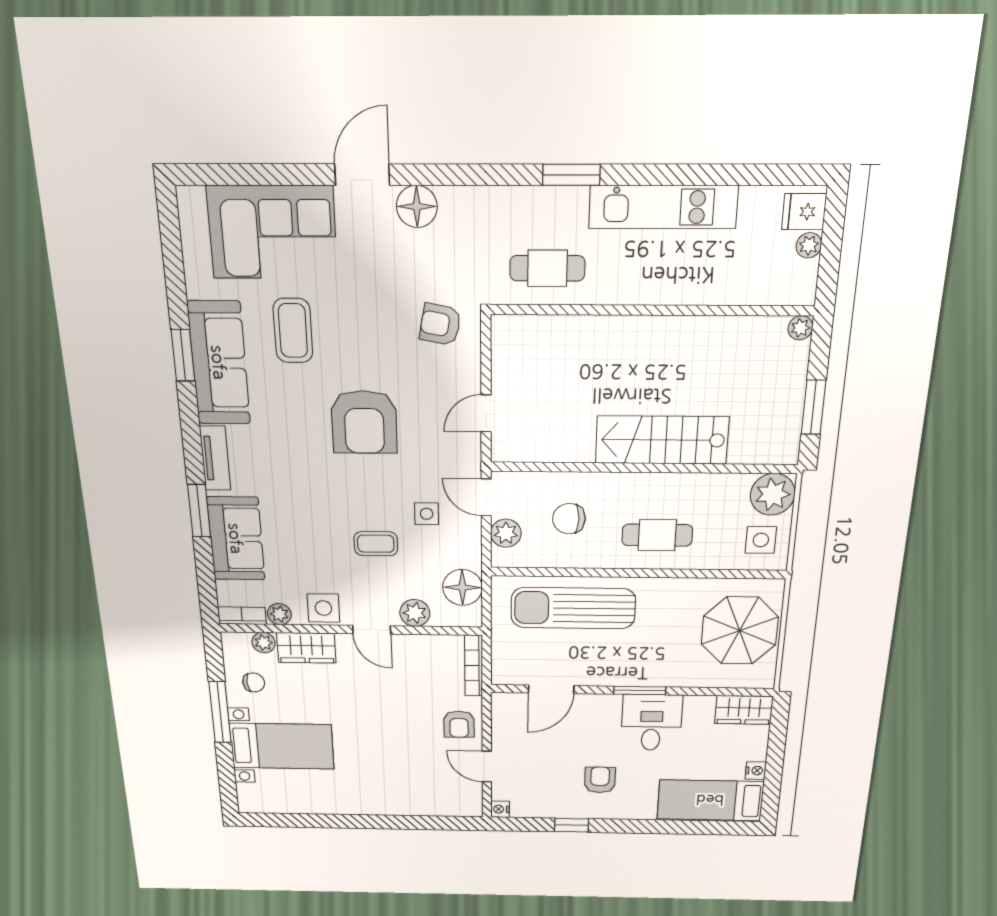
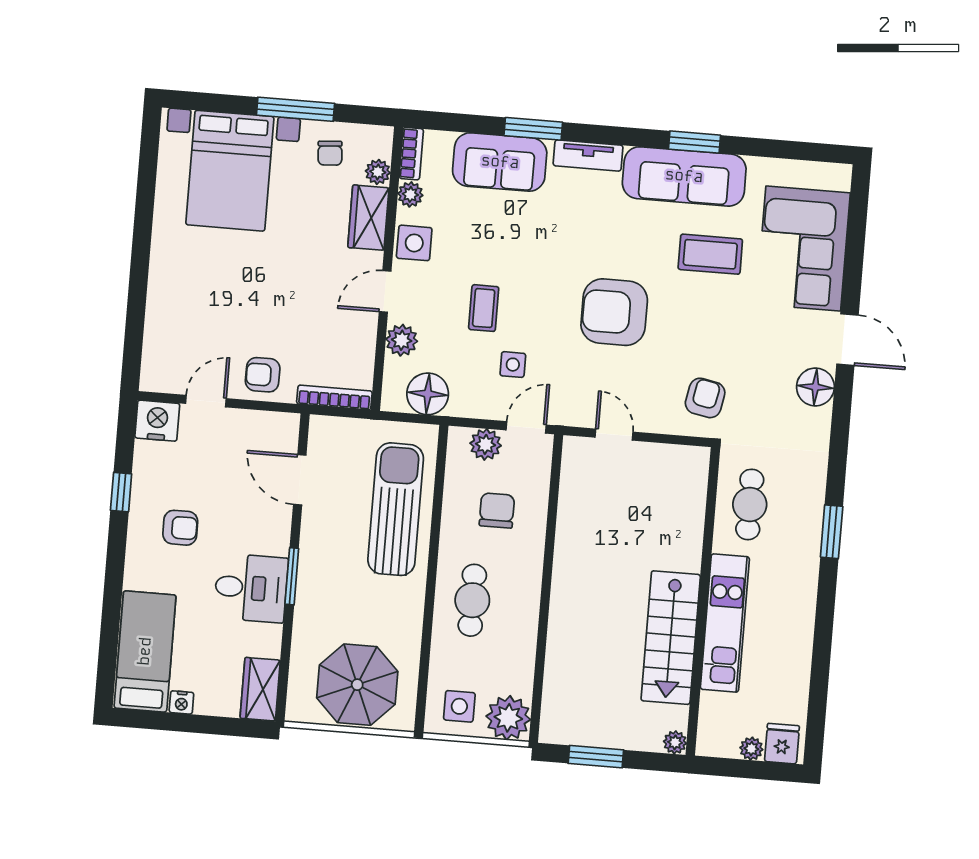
kitchen unit: (663, 207) -> (725, 623), moved, turned 180
stairs: (662, 440) -> (671, 638), moved, turned 180
bed with nightstands: (282, 746) -> (230, 171), width x1.36
nightstand: (500, 809) -> (157, 421), width x1.89, depth x1.79

